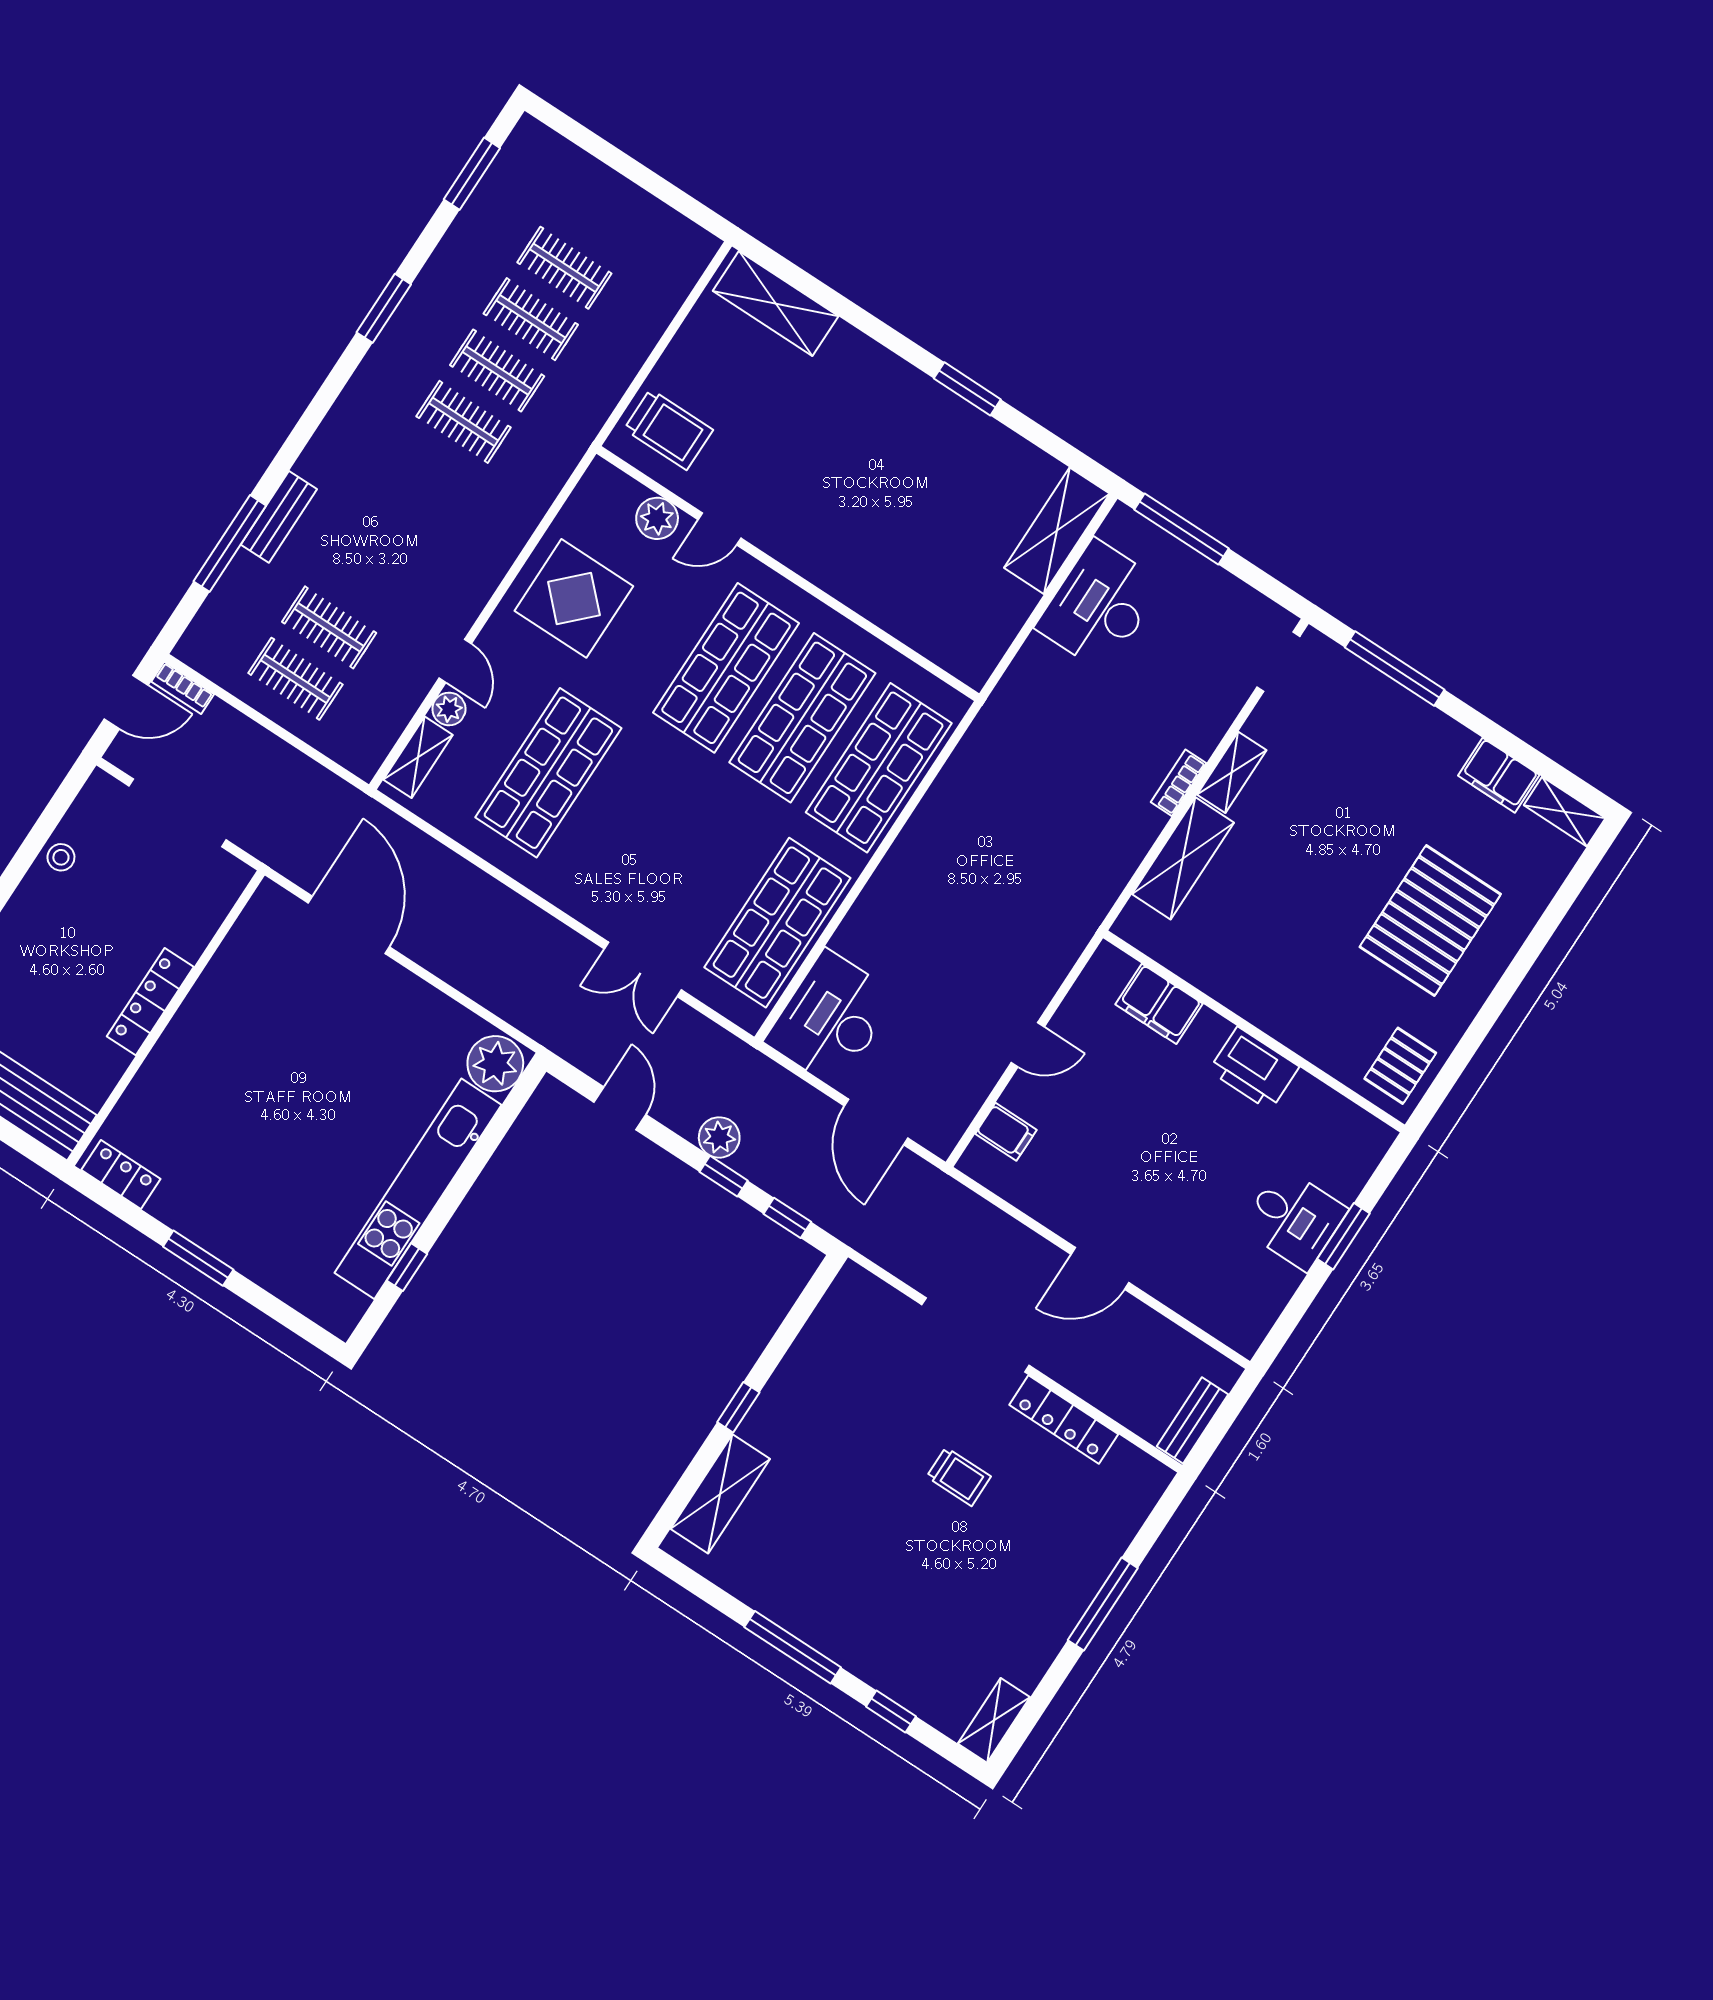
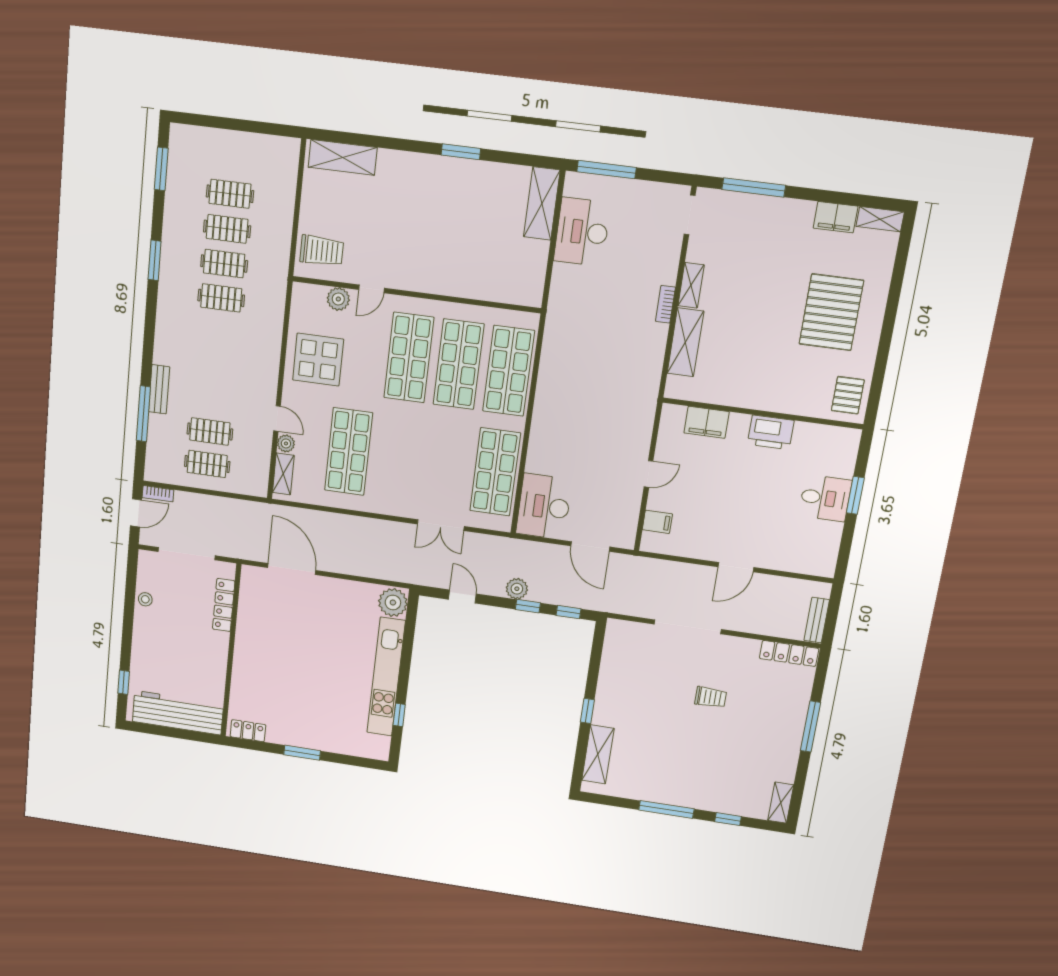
locker: (150, 1002) -> (224, 605), moved
locker: (1064, 1419) -> (789, 653), moved

